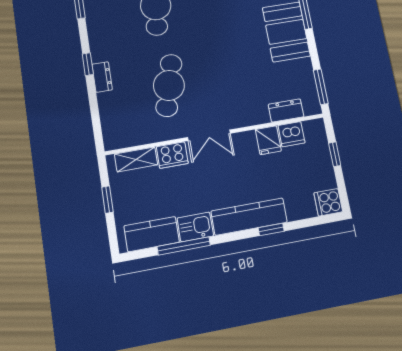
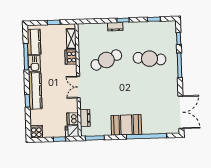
cafe table: (169, 85) -> (106, 60), turned -39
double door: (209, 135) -> (78, 87), moved
fridge: (268, 140) -> (72, 131), moved

